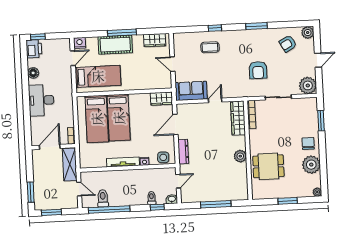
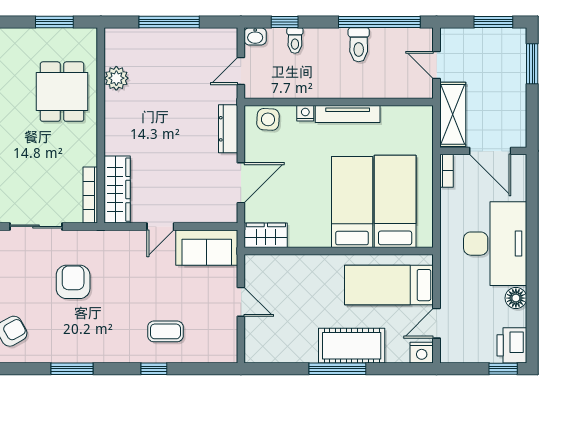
wardrobe: (155, 40) -> (274, 351), removed
desk: (41, 100) -> (495, 244), width x1.36, depth x1.30
door: (50, 147) -> (490, 151), hinge flipped
plant: (240, 156) -> (116, 78), moved
dining table: (268, 166) -> (62, 92), turned 90
toilet: (103, 198) -> (359, 45), moved
window: (288, 201) -> (54, 22), moved

